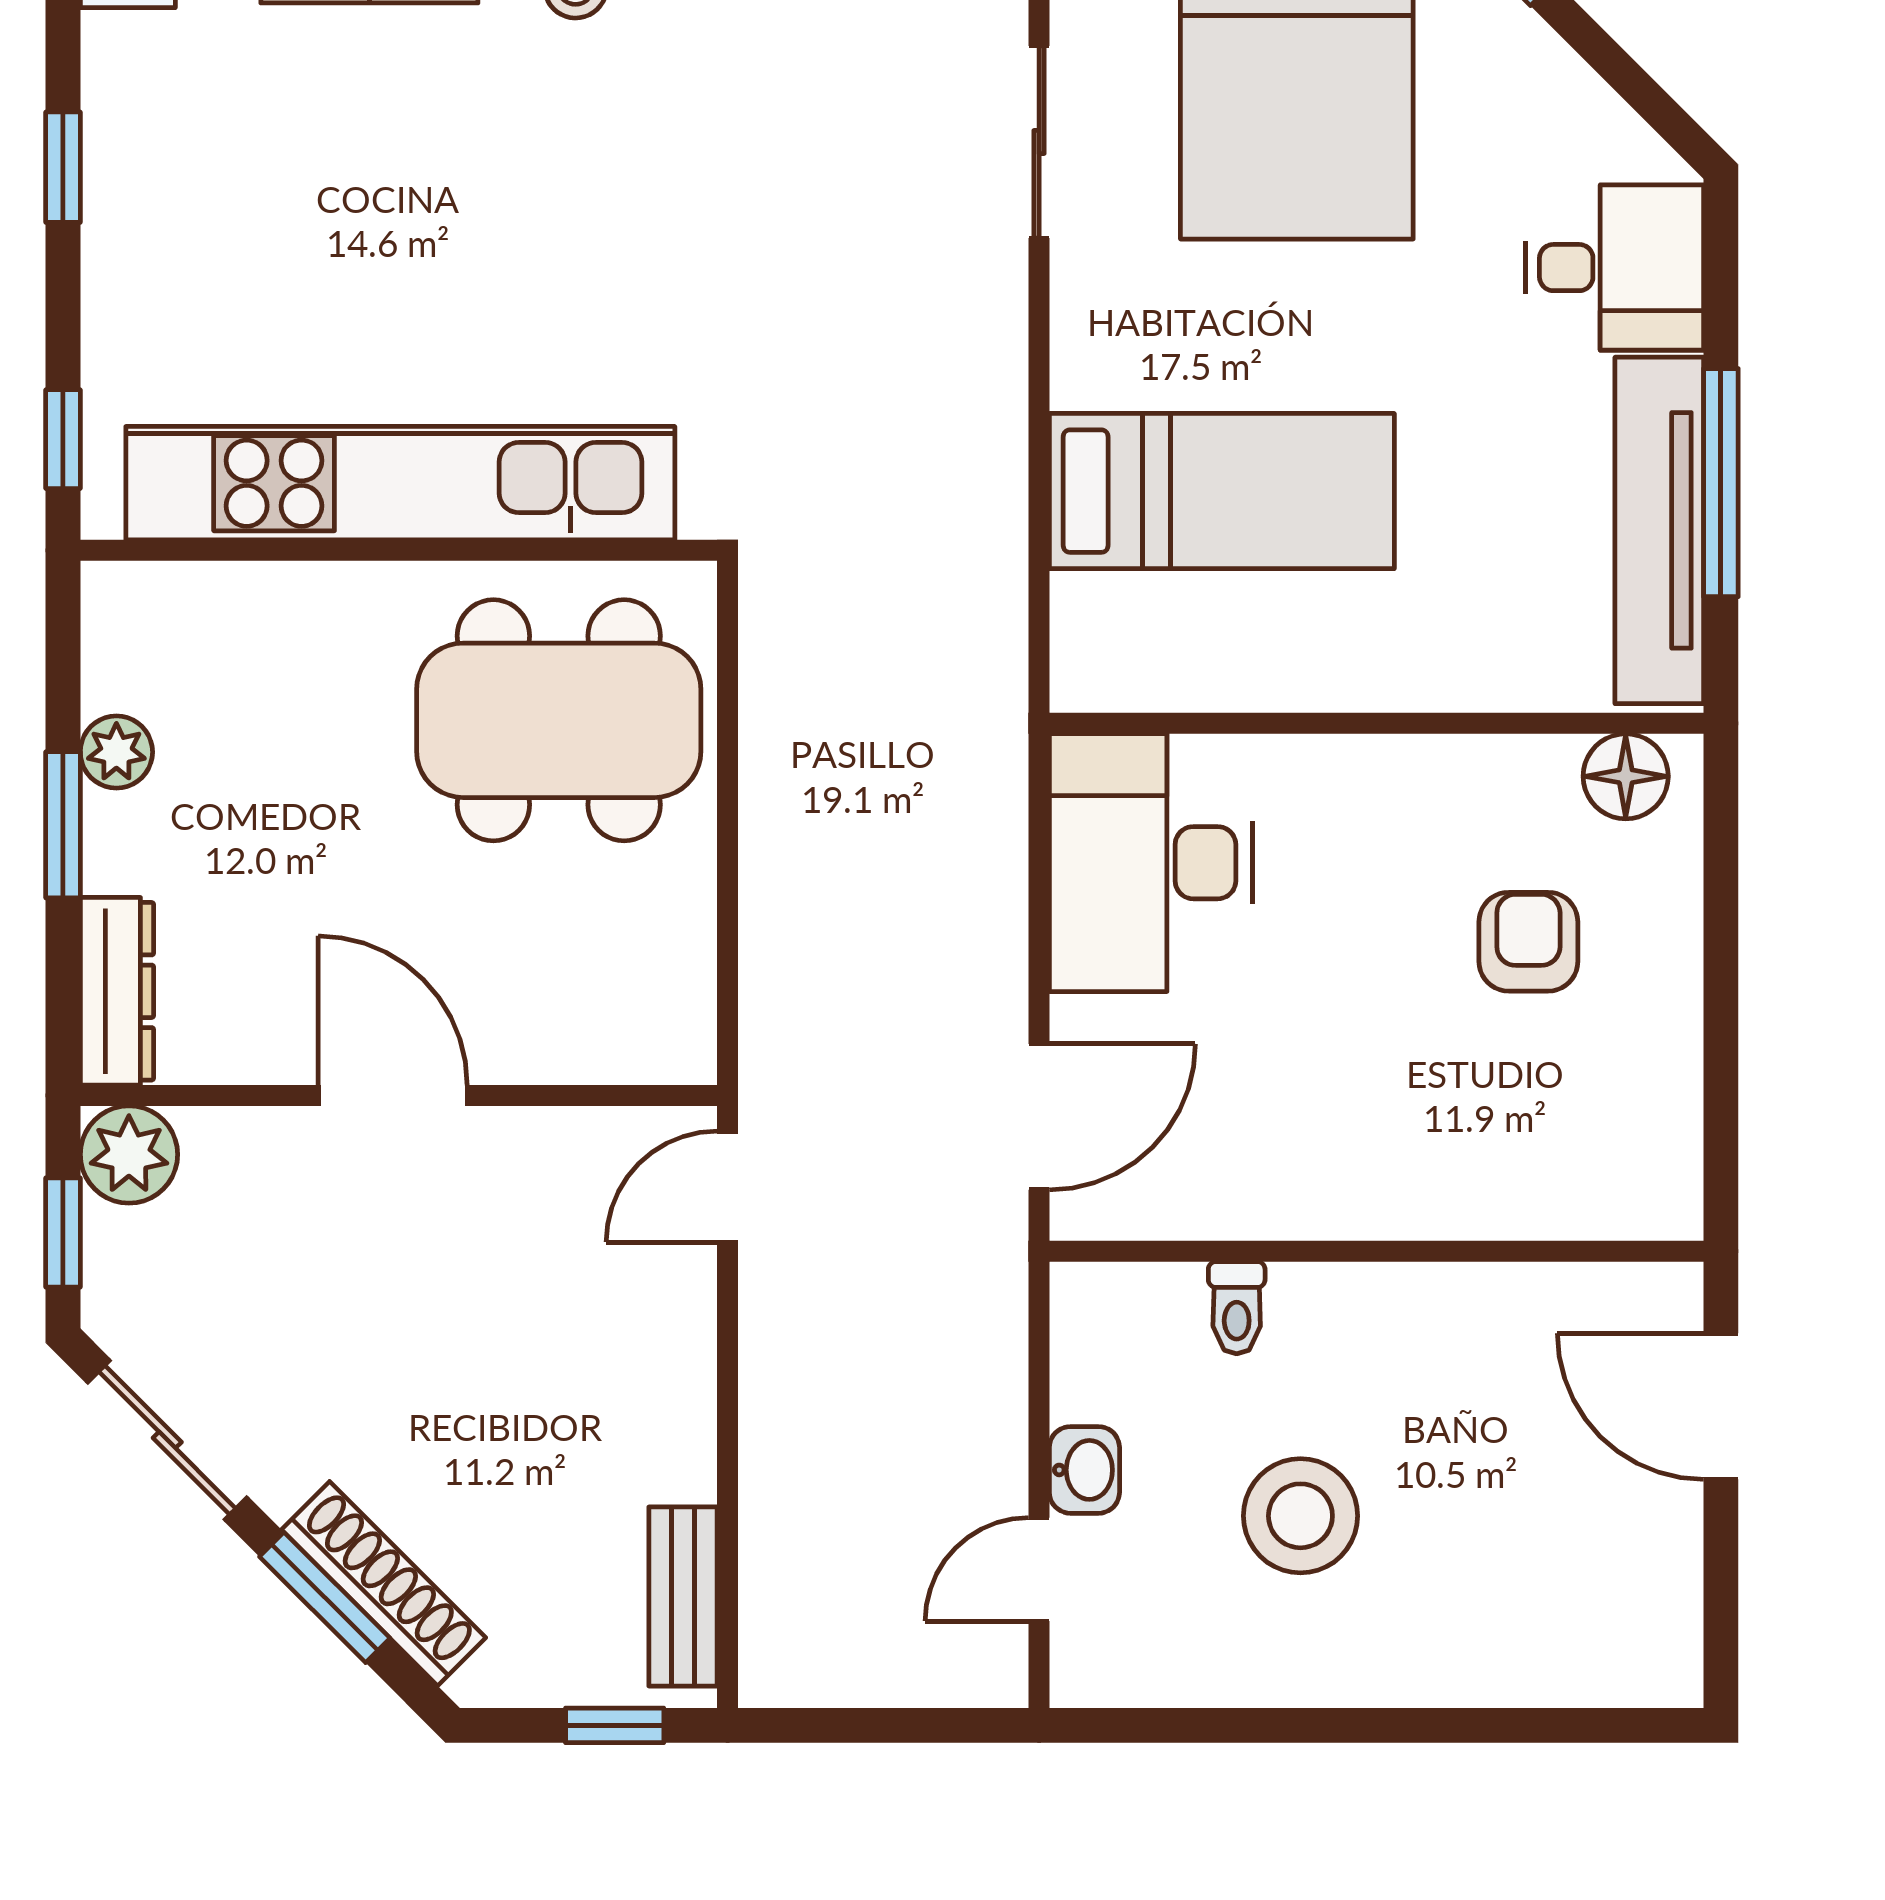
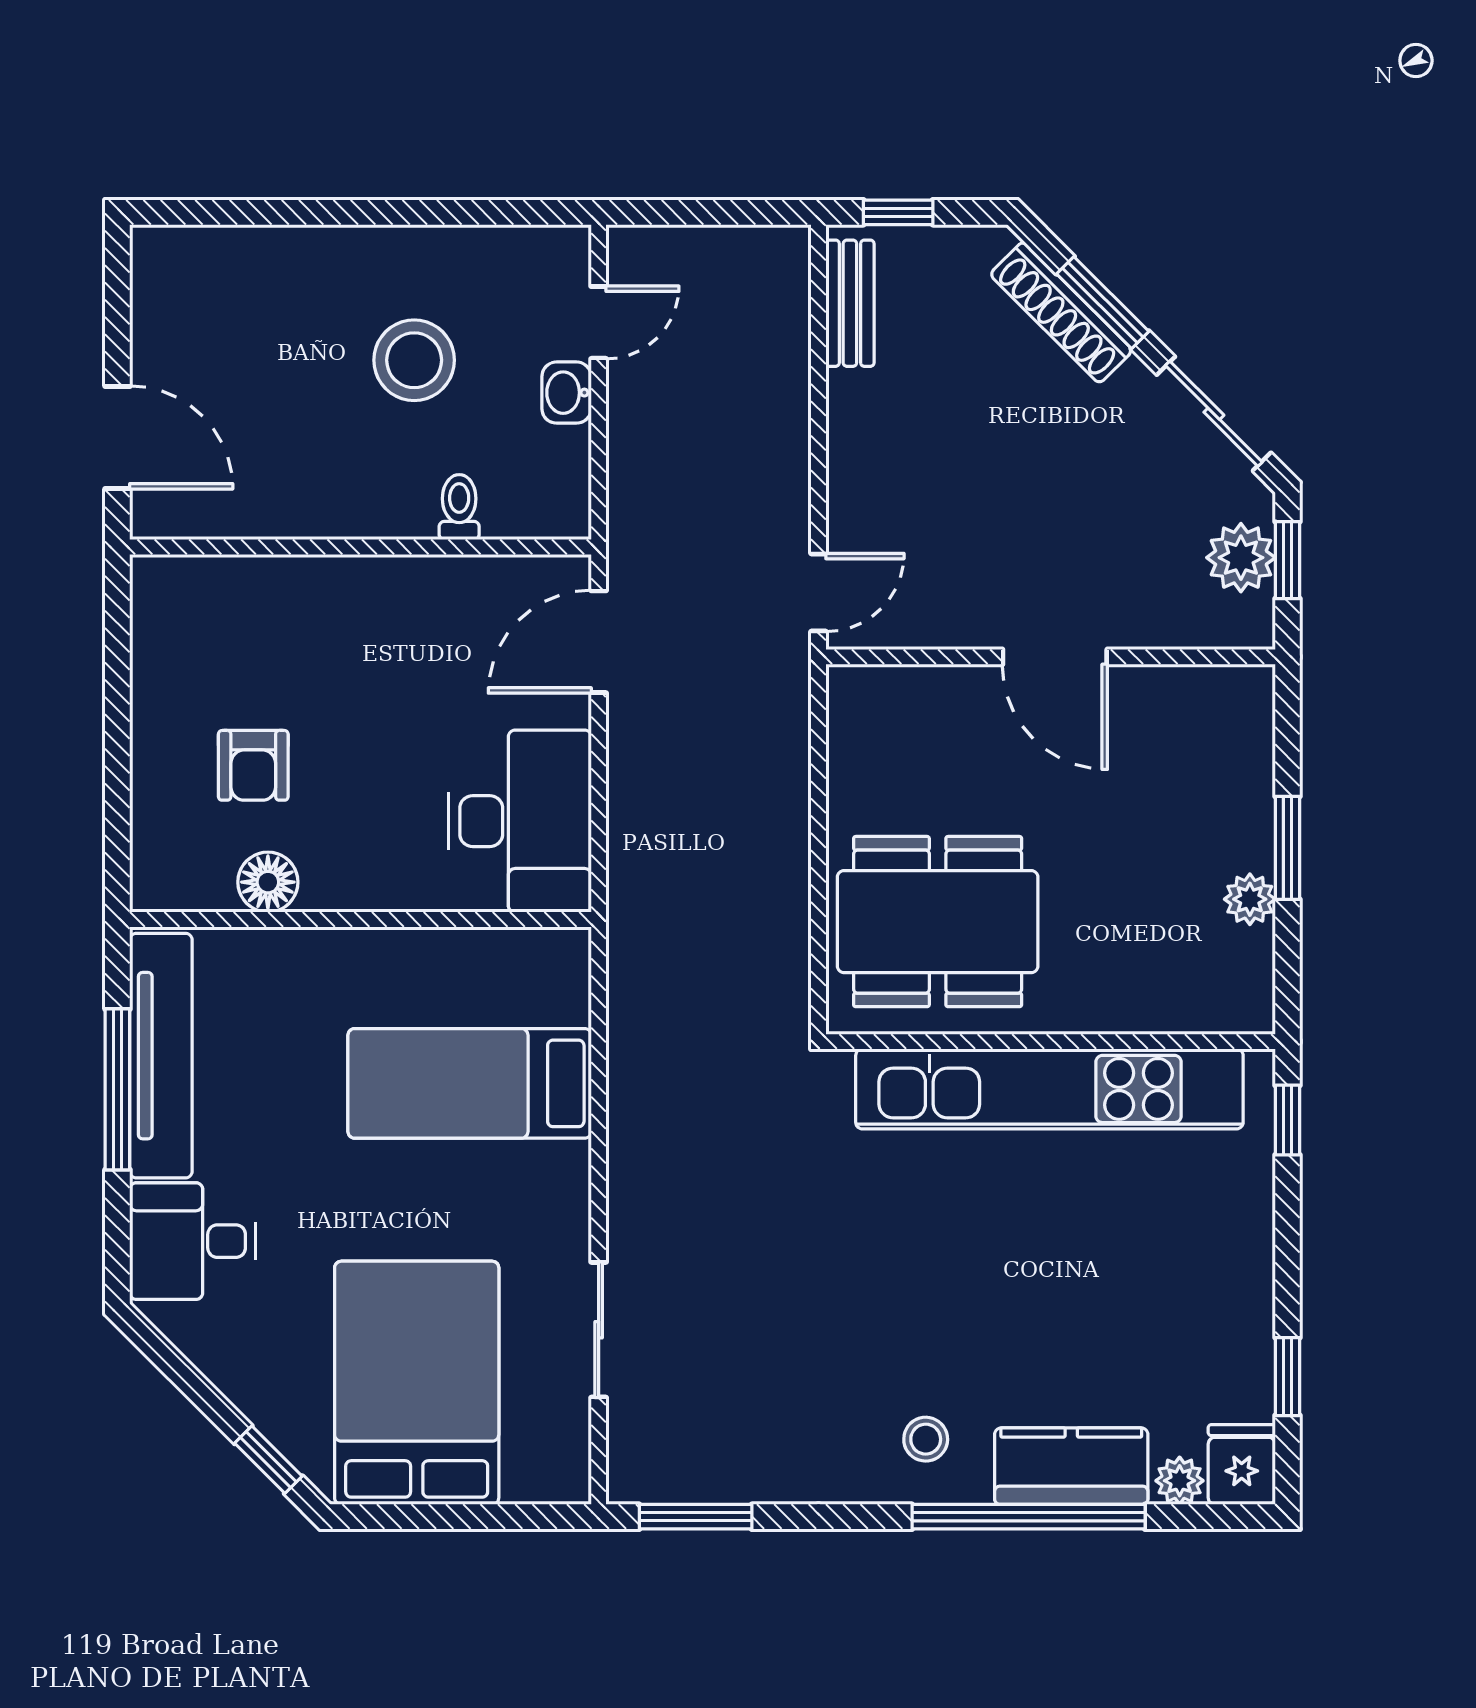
window: (63, 167) -> (1287, 1377), moved
floor lamp: (1626, 776) -> (268, 882), moved
dresser: (117, 991) -> (1249, 730), removed
plant: (129, 1154) -> (1241, 558), moved

